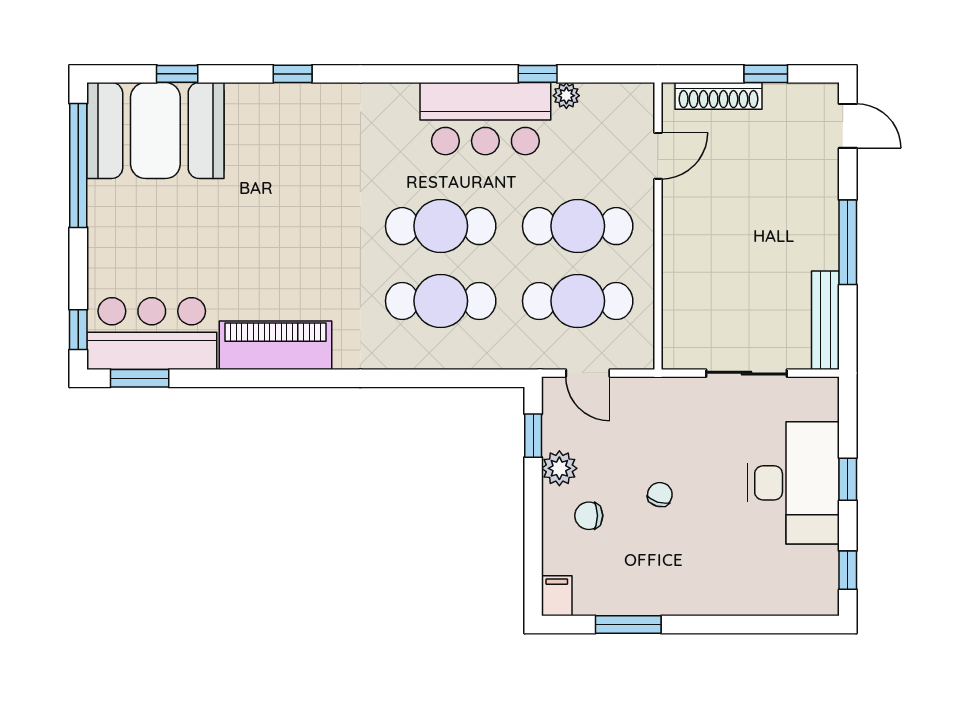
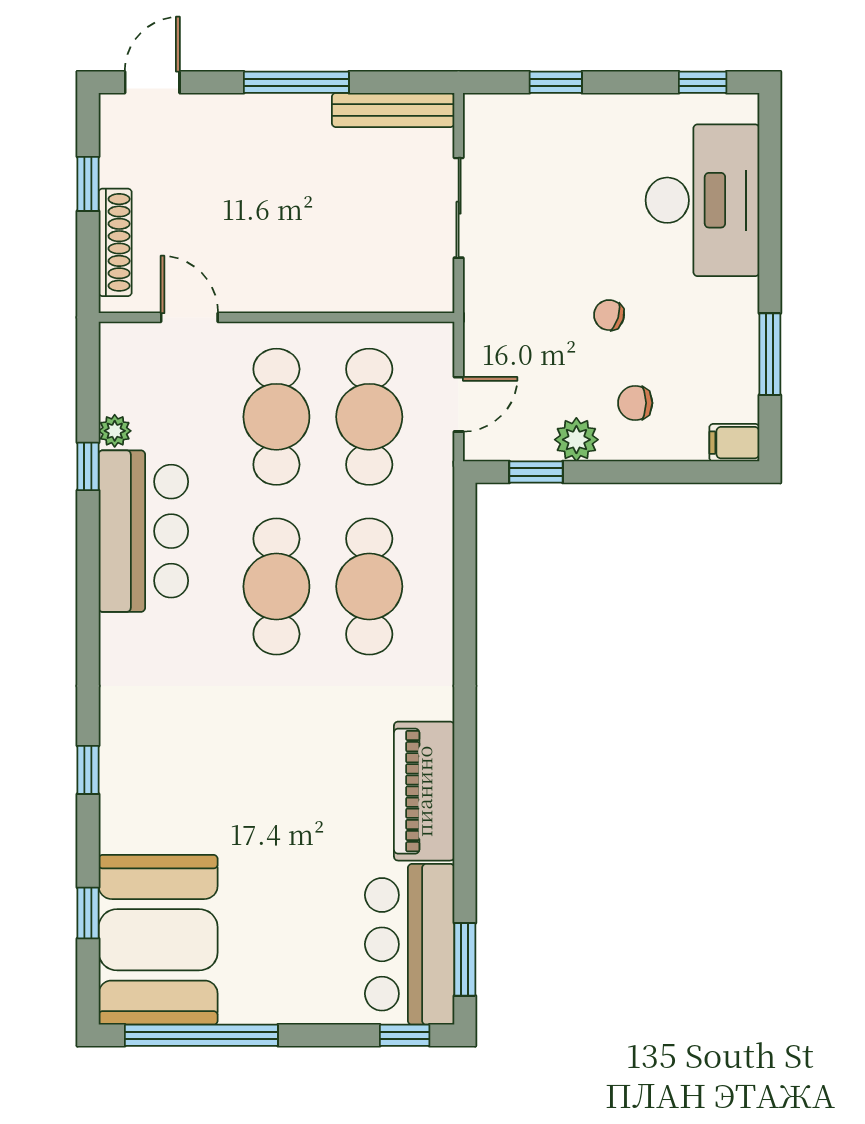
window: (848, 479) -> (556, 82), moved
desk: (793, 483) -> (702, 200), moved, turned 90
chair: (589, 516) -> (635, 403), turned 90

